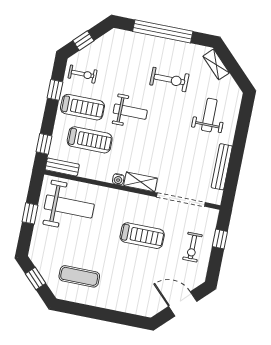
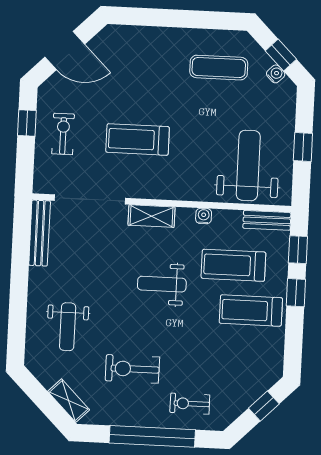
exercise bike: (83, 74) -> (190, 404), moved
window: (55, 90) -> (296, 293), moved
weight bench: (130, 112) -> (162, 284), moved
bench: (222, 167) -> (40, 233), moved
water cooler: (118, 179) -> (204, 216), moved
weight bench: (69, 206) -> (248, 165), turned 90
window: (220, 239) -> (27, 123), moved
water cooler: (41, 266) -> (276, 74), added

